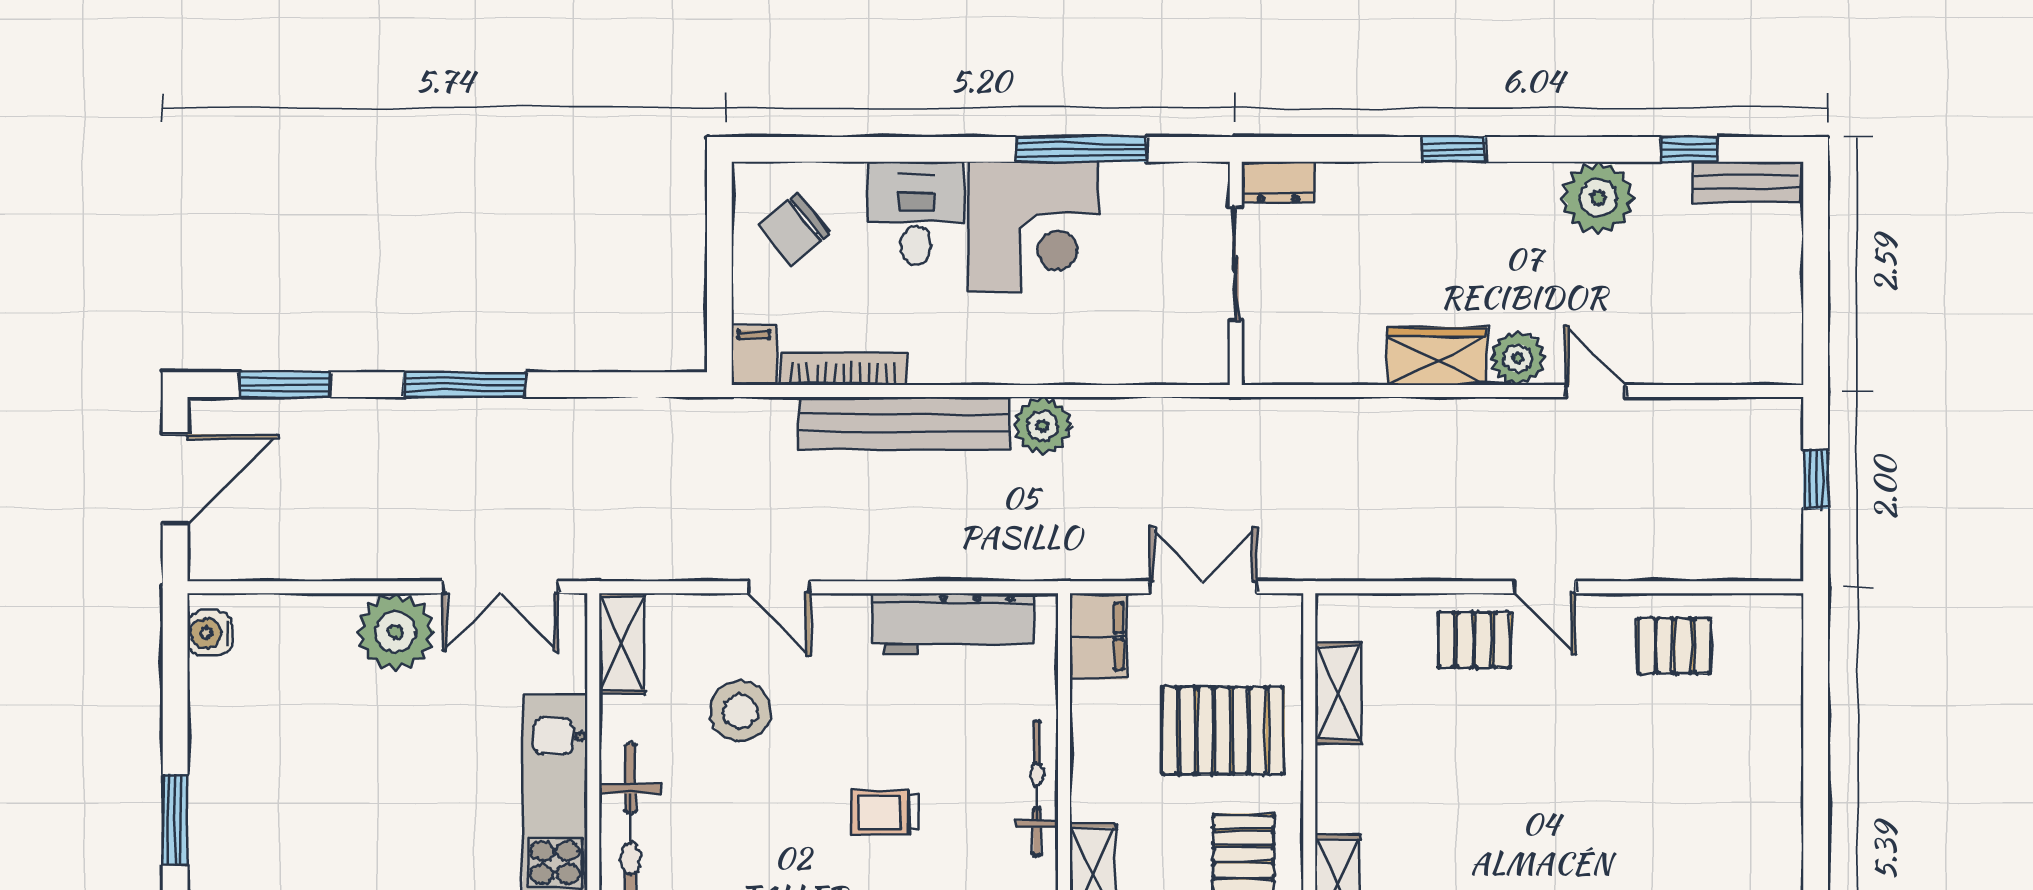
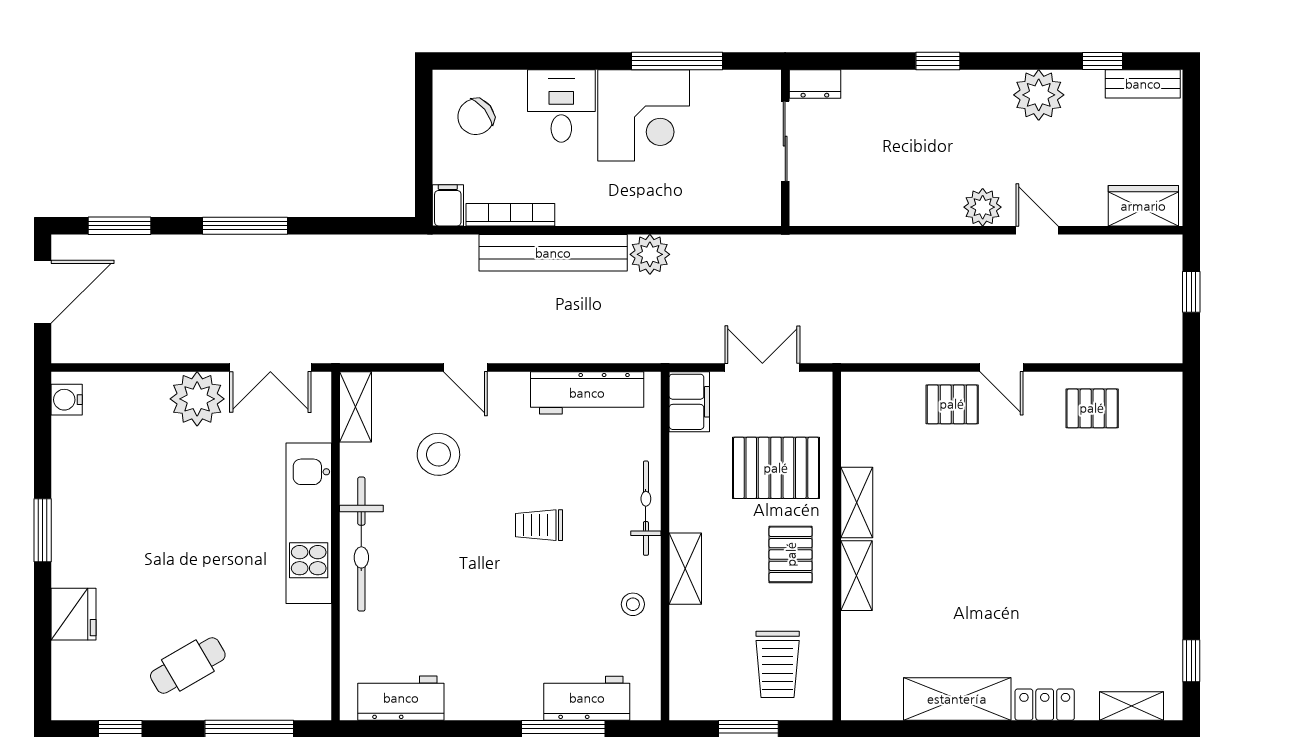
wardrobe: (1437, 356) -> (1143, 206), moved
shelving: (1338, 693) -> (857, 503), moved

